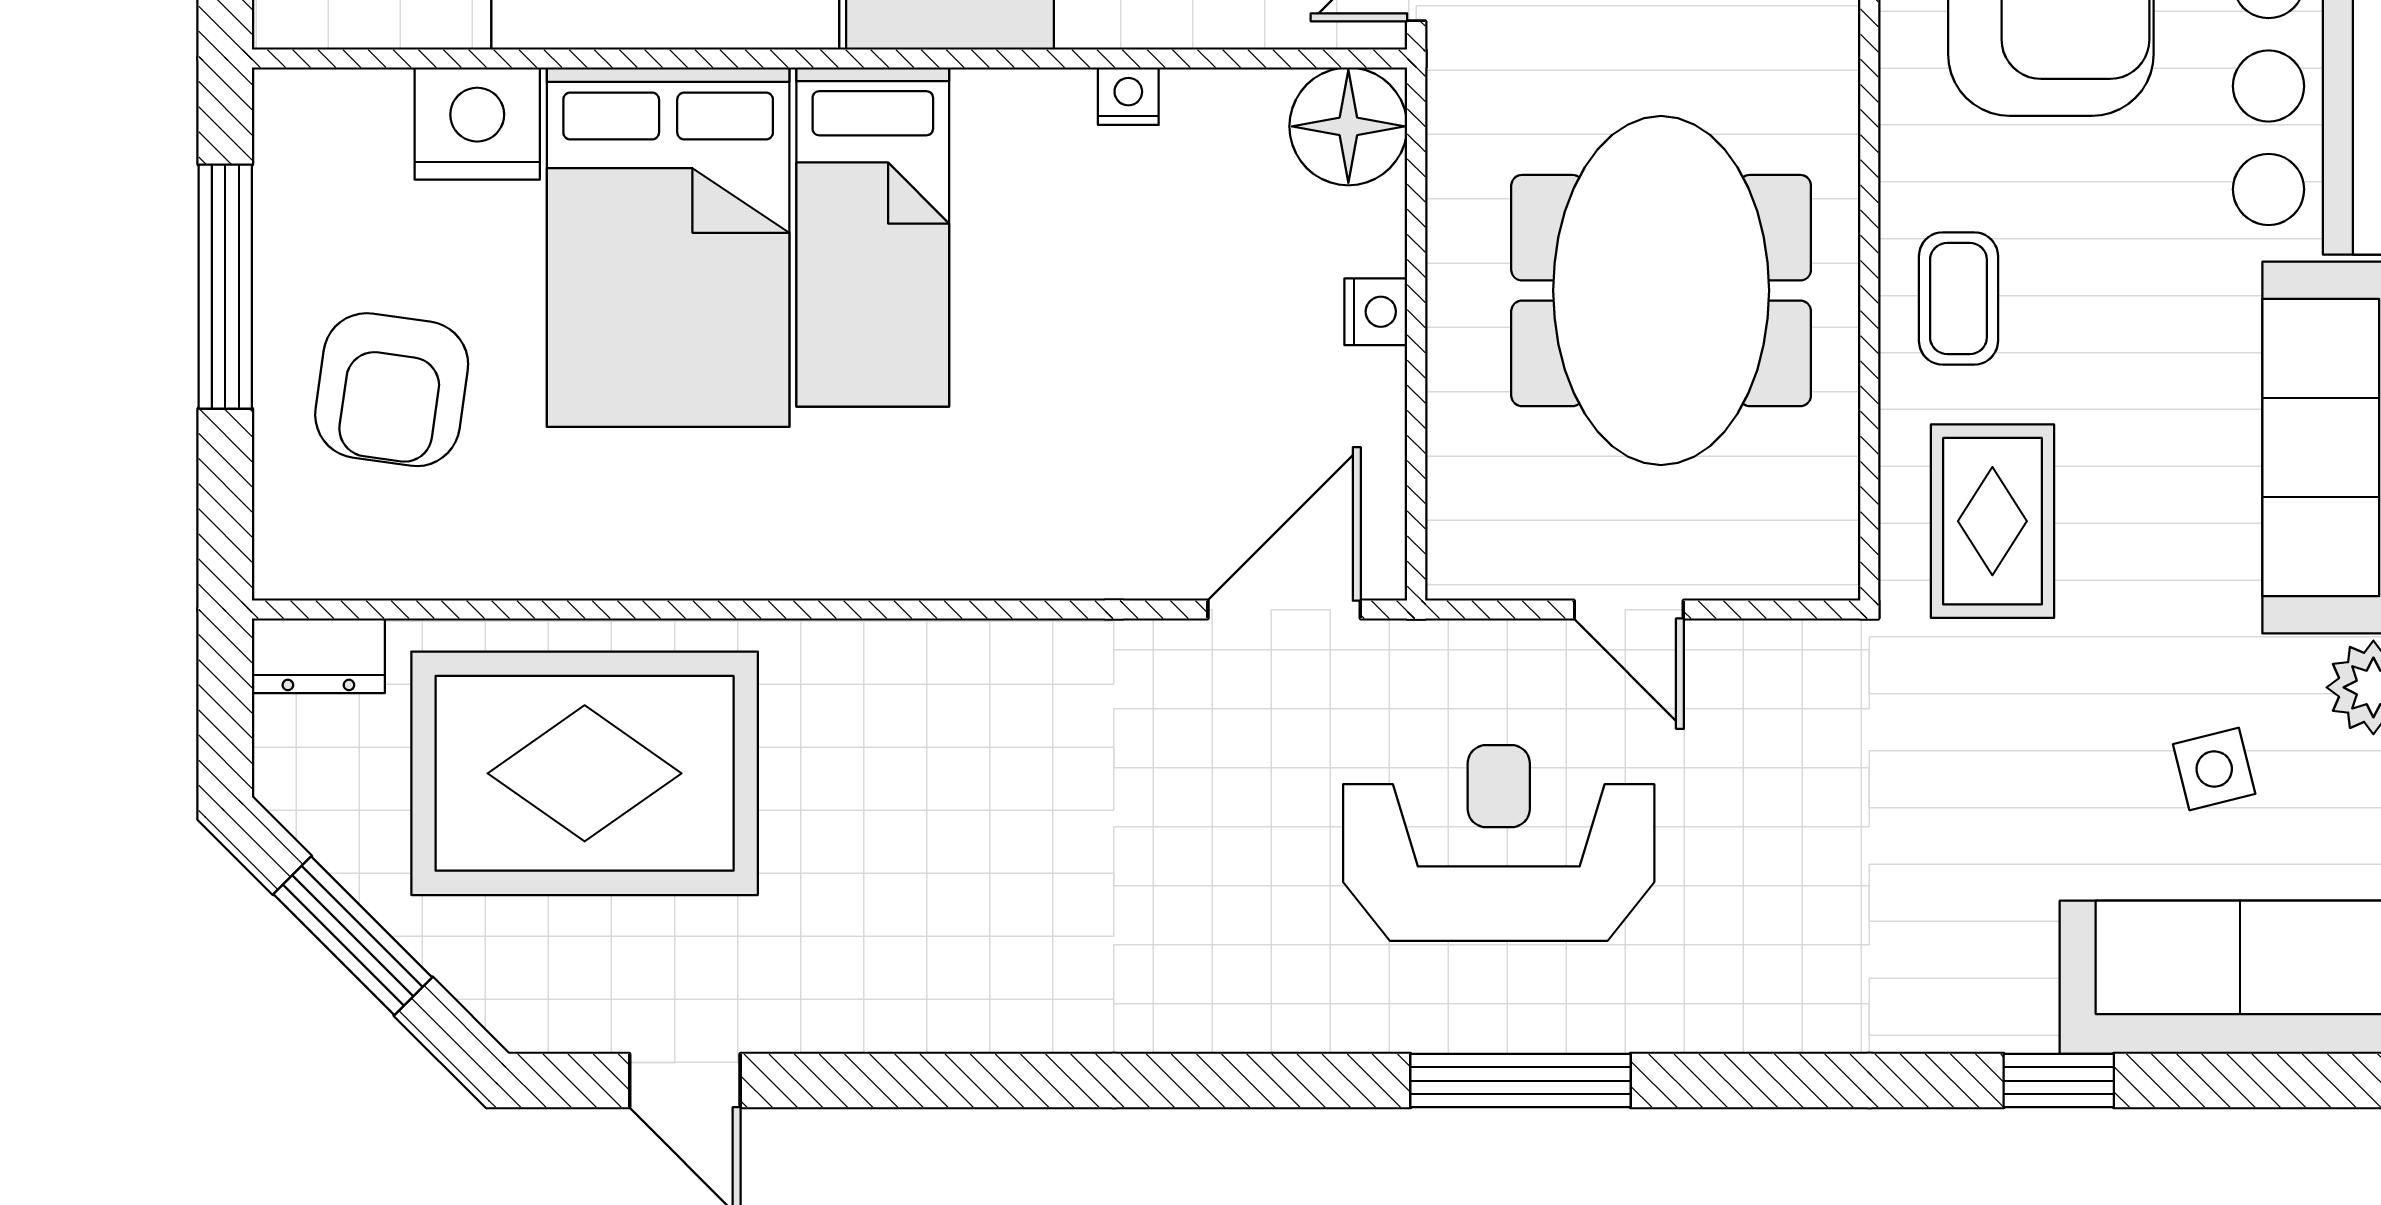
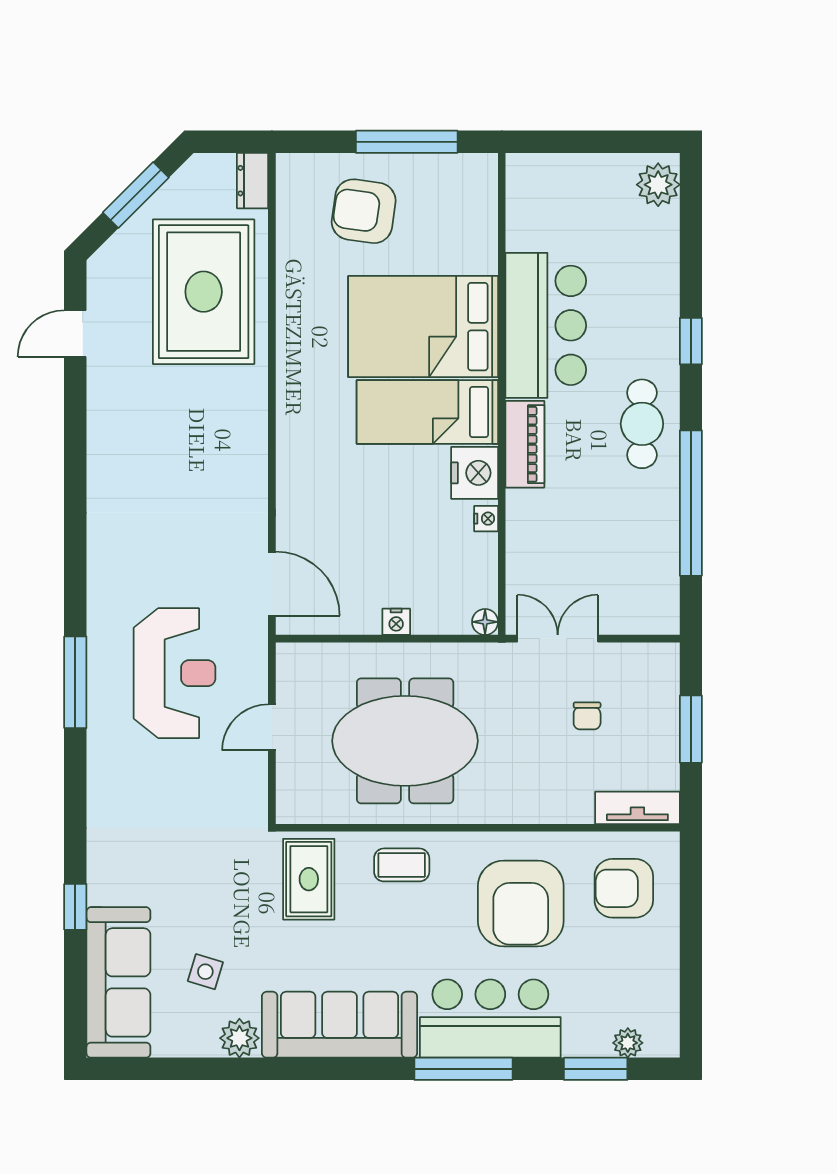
nightstand: (477, 124) -> (475, 473), moved
floor lamp: (1348, 126) -> (485, 622), width x0.53, depth x0.53
rug: (1992, 521) -> (309, 879), turned 90
side table: (2214, 769) -> (205, 972), turned 31

